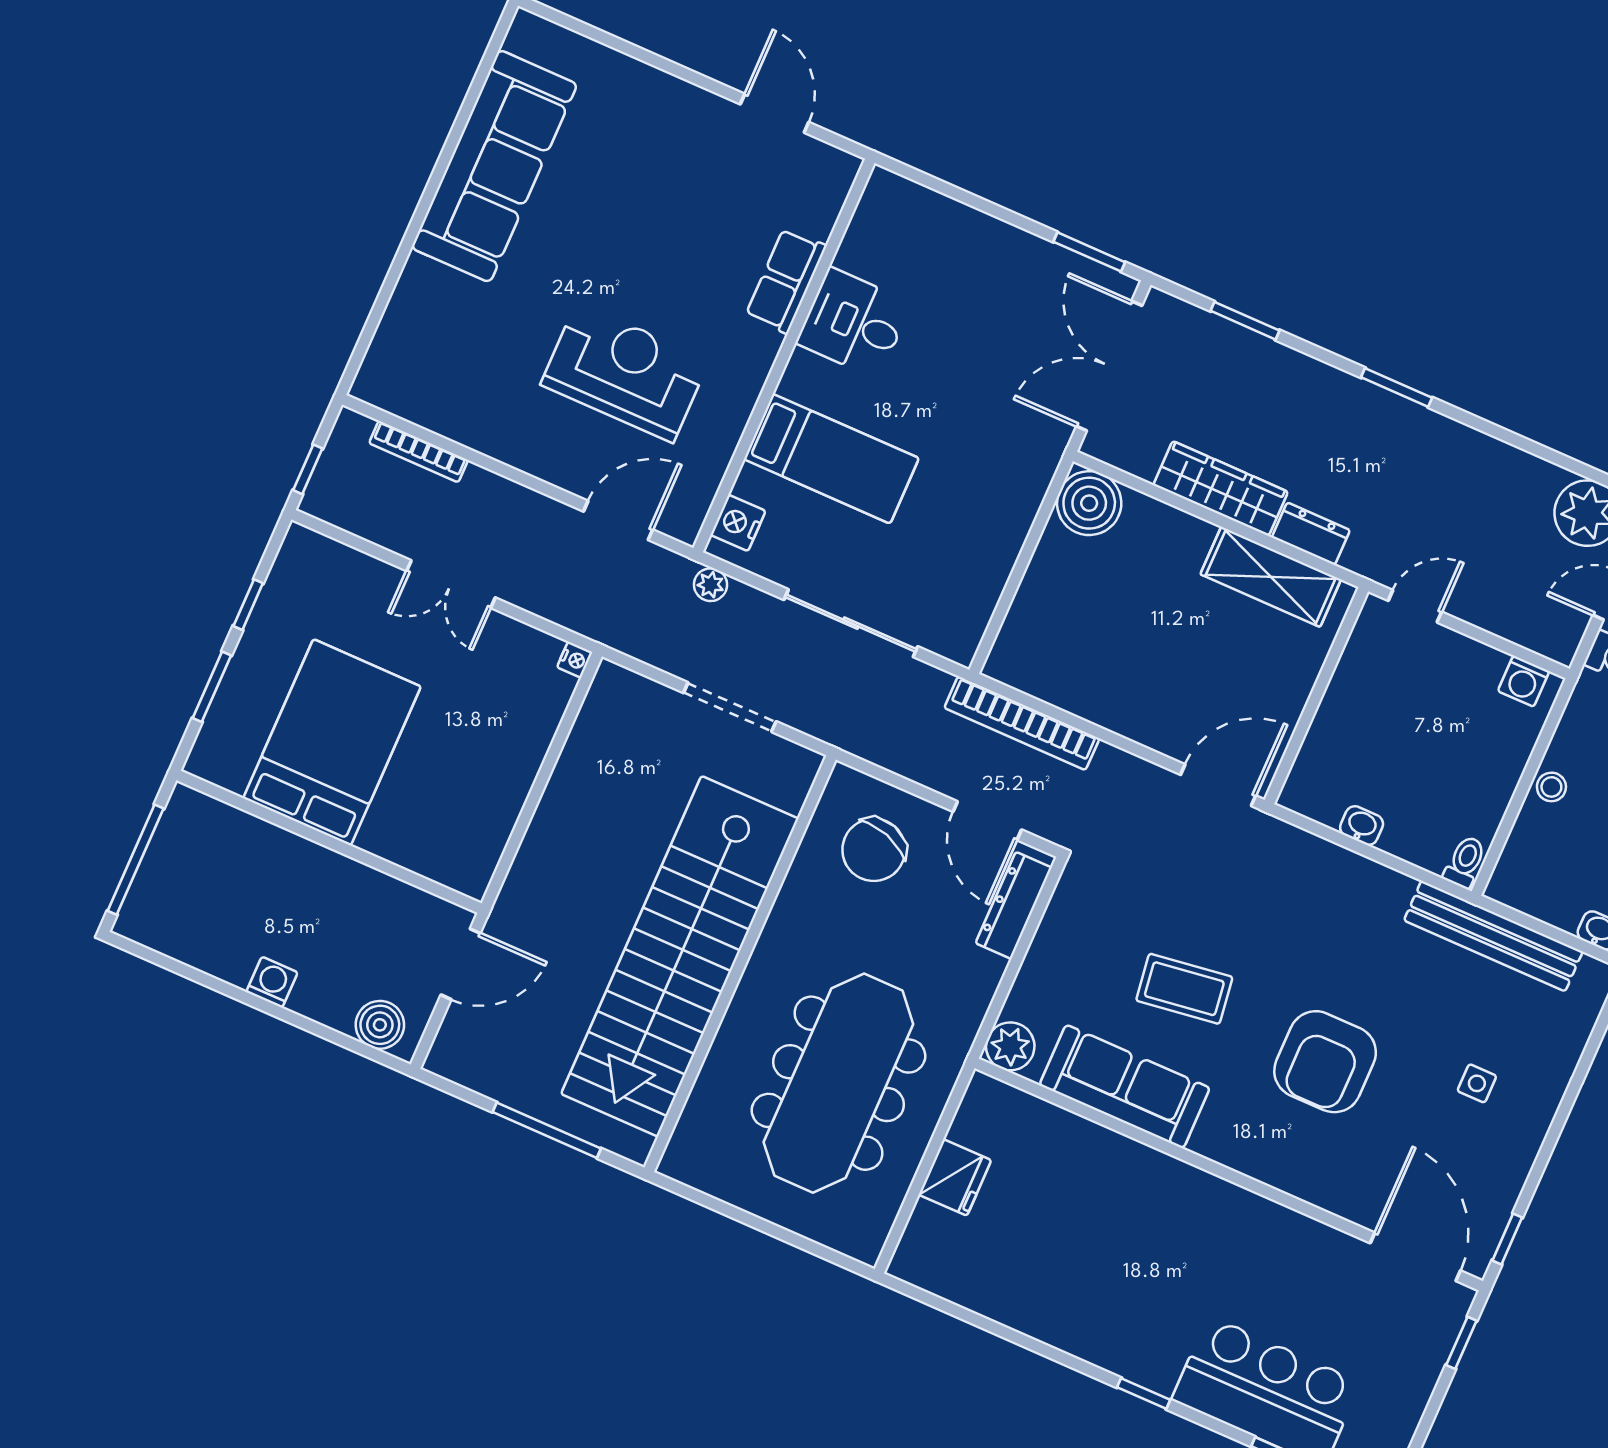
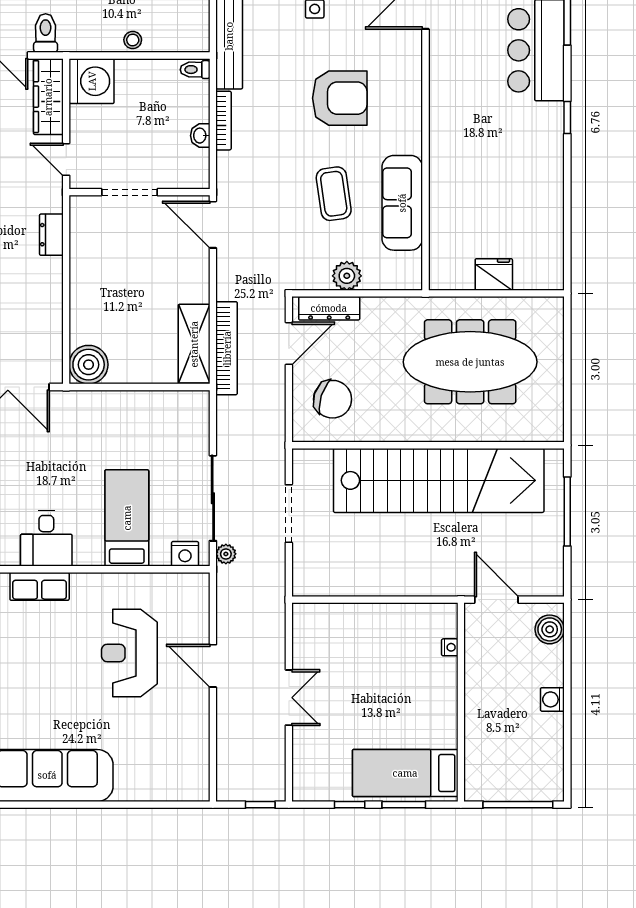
bookcase: (419, 452) -> (223, 121), moved
wardrobe: (1221, 488) -> (48, 97), moved
door: (618, 520) -> (213, 666), moved
shelving: (1271, 577) -> (194, 344), moved
sliding door: (851, 623) -> (213, 498), moved
nightstand: (575, 660) -> (450, 647), moved, turned 90
doorway: (1323, 680) -> (130, 192), added
washing machine: (1524, 681) -> (92, 81), width x1.89, depth x1.89
bed: (332, 742) -> (405, 773), moved, width x0.67
plant: (1010, 1046) -> (347, 276), moved

